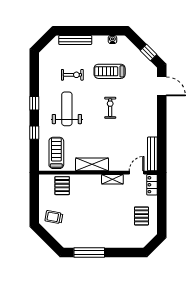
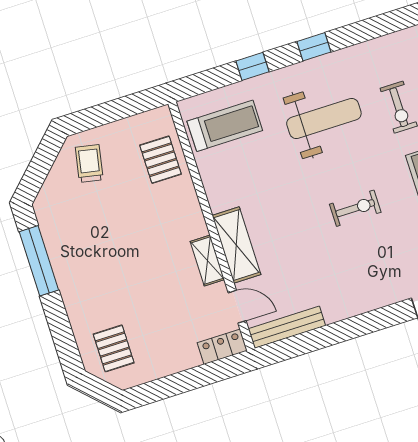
shelving: (92, 164) -> (236, 245), moved
pallet: (62, 186) -> (161, 160), turned 90
pallet: (141, 216) -> (114, 348), moved, turned 90

